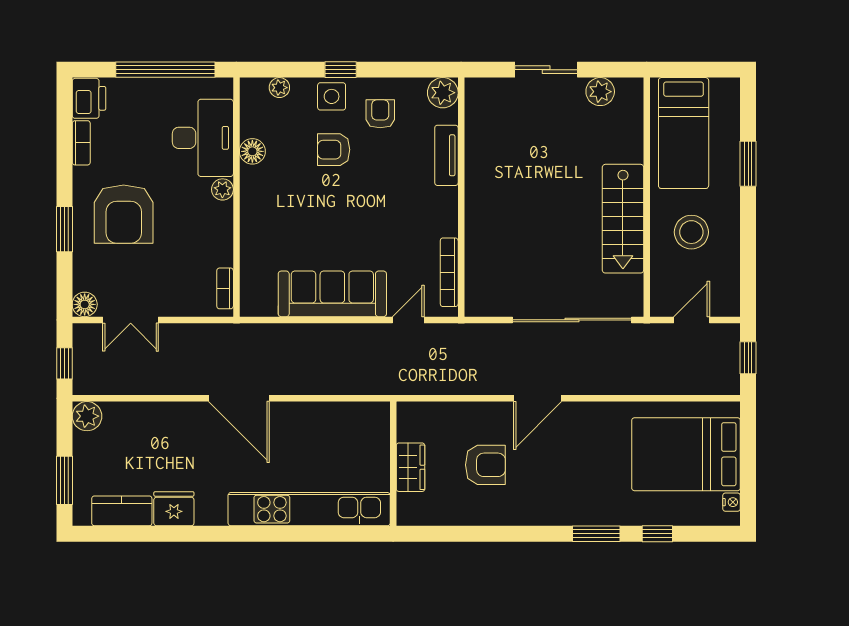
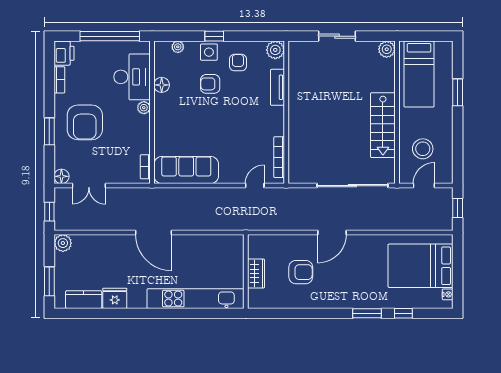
plant: (600, 92) -> (387, 49), moved
stool: (691, 232) -> (423, 149), moved
sofa: (332, 294) -> (186, 170), moved

